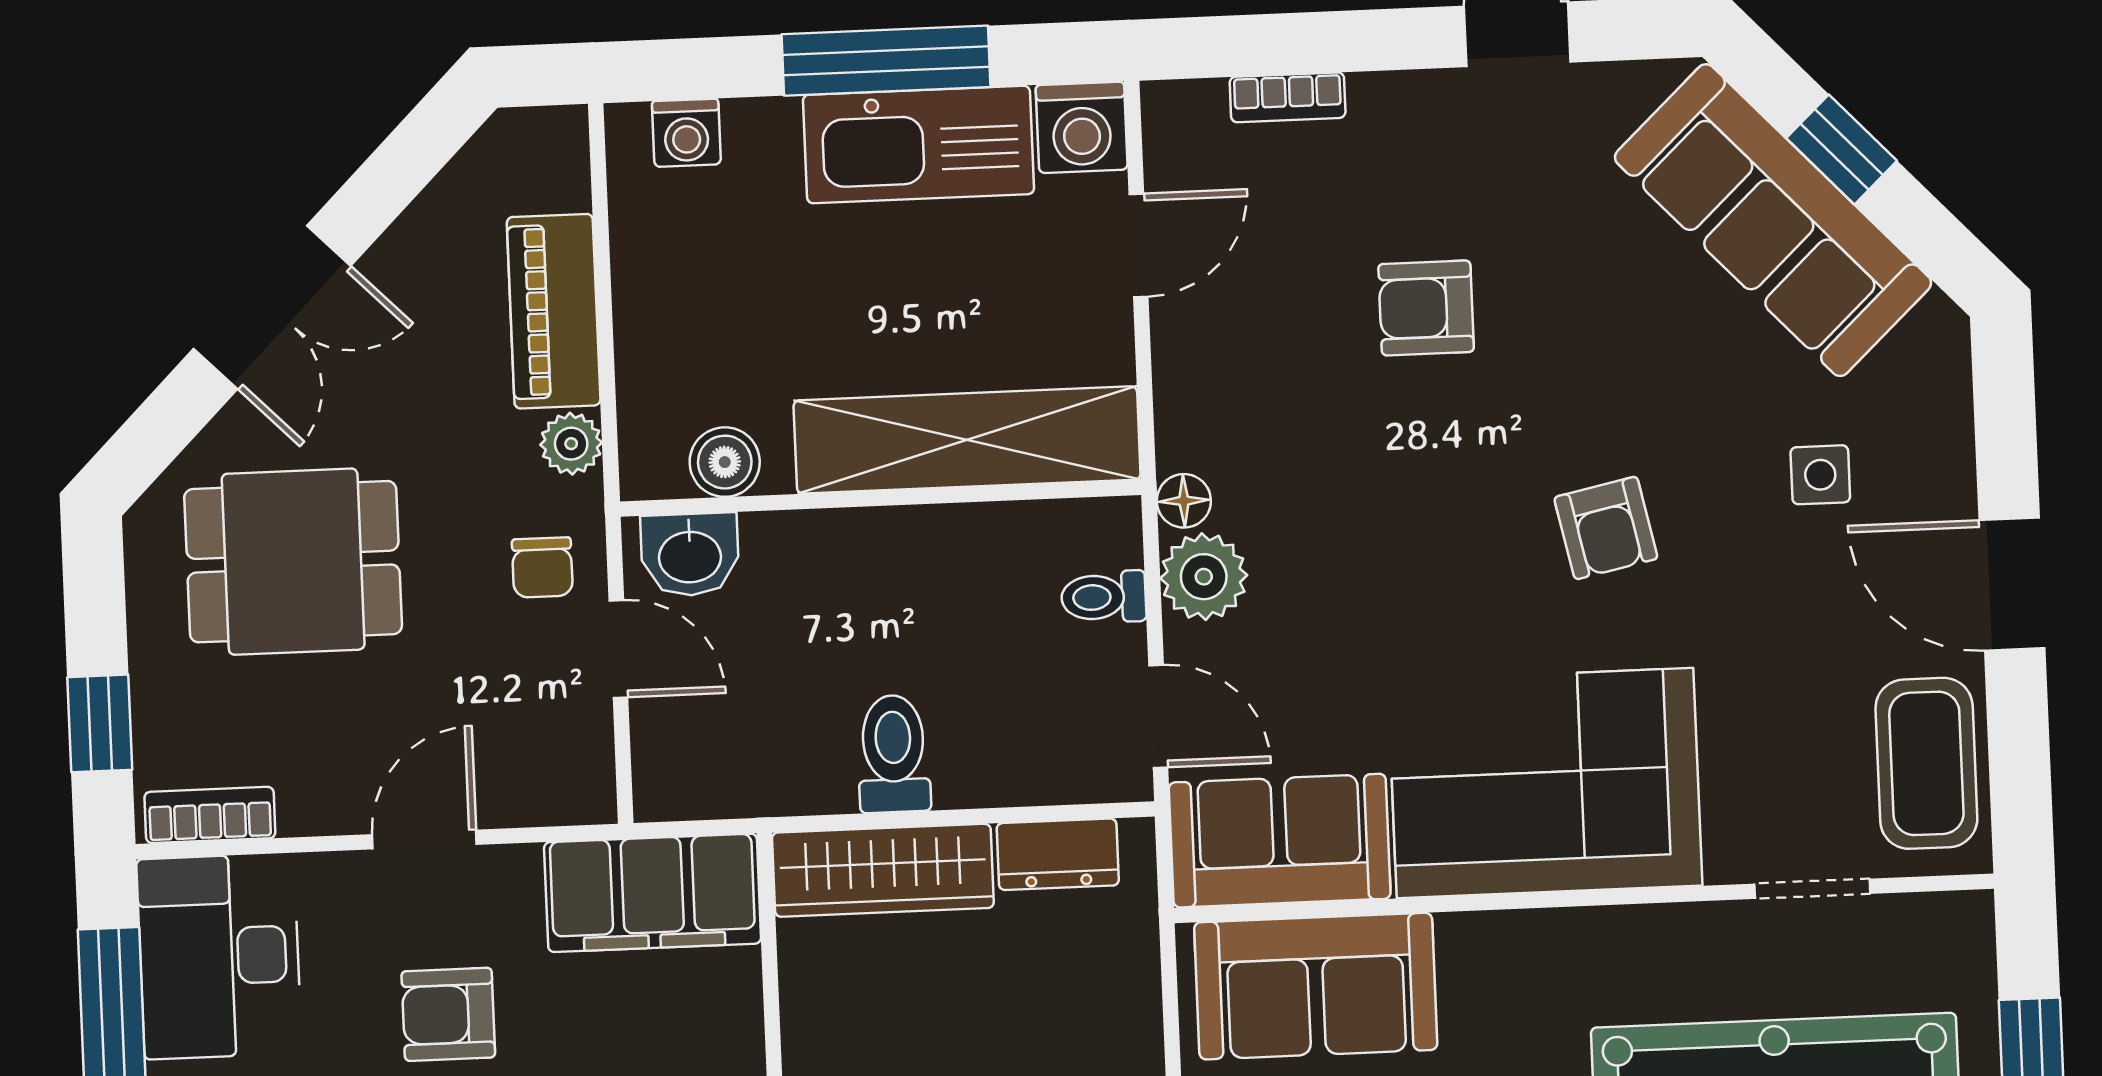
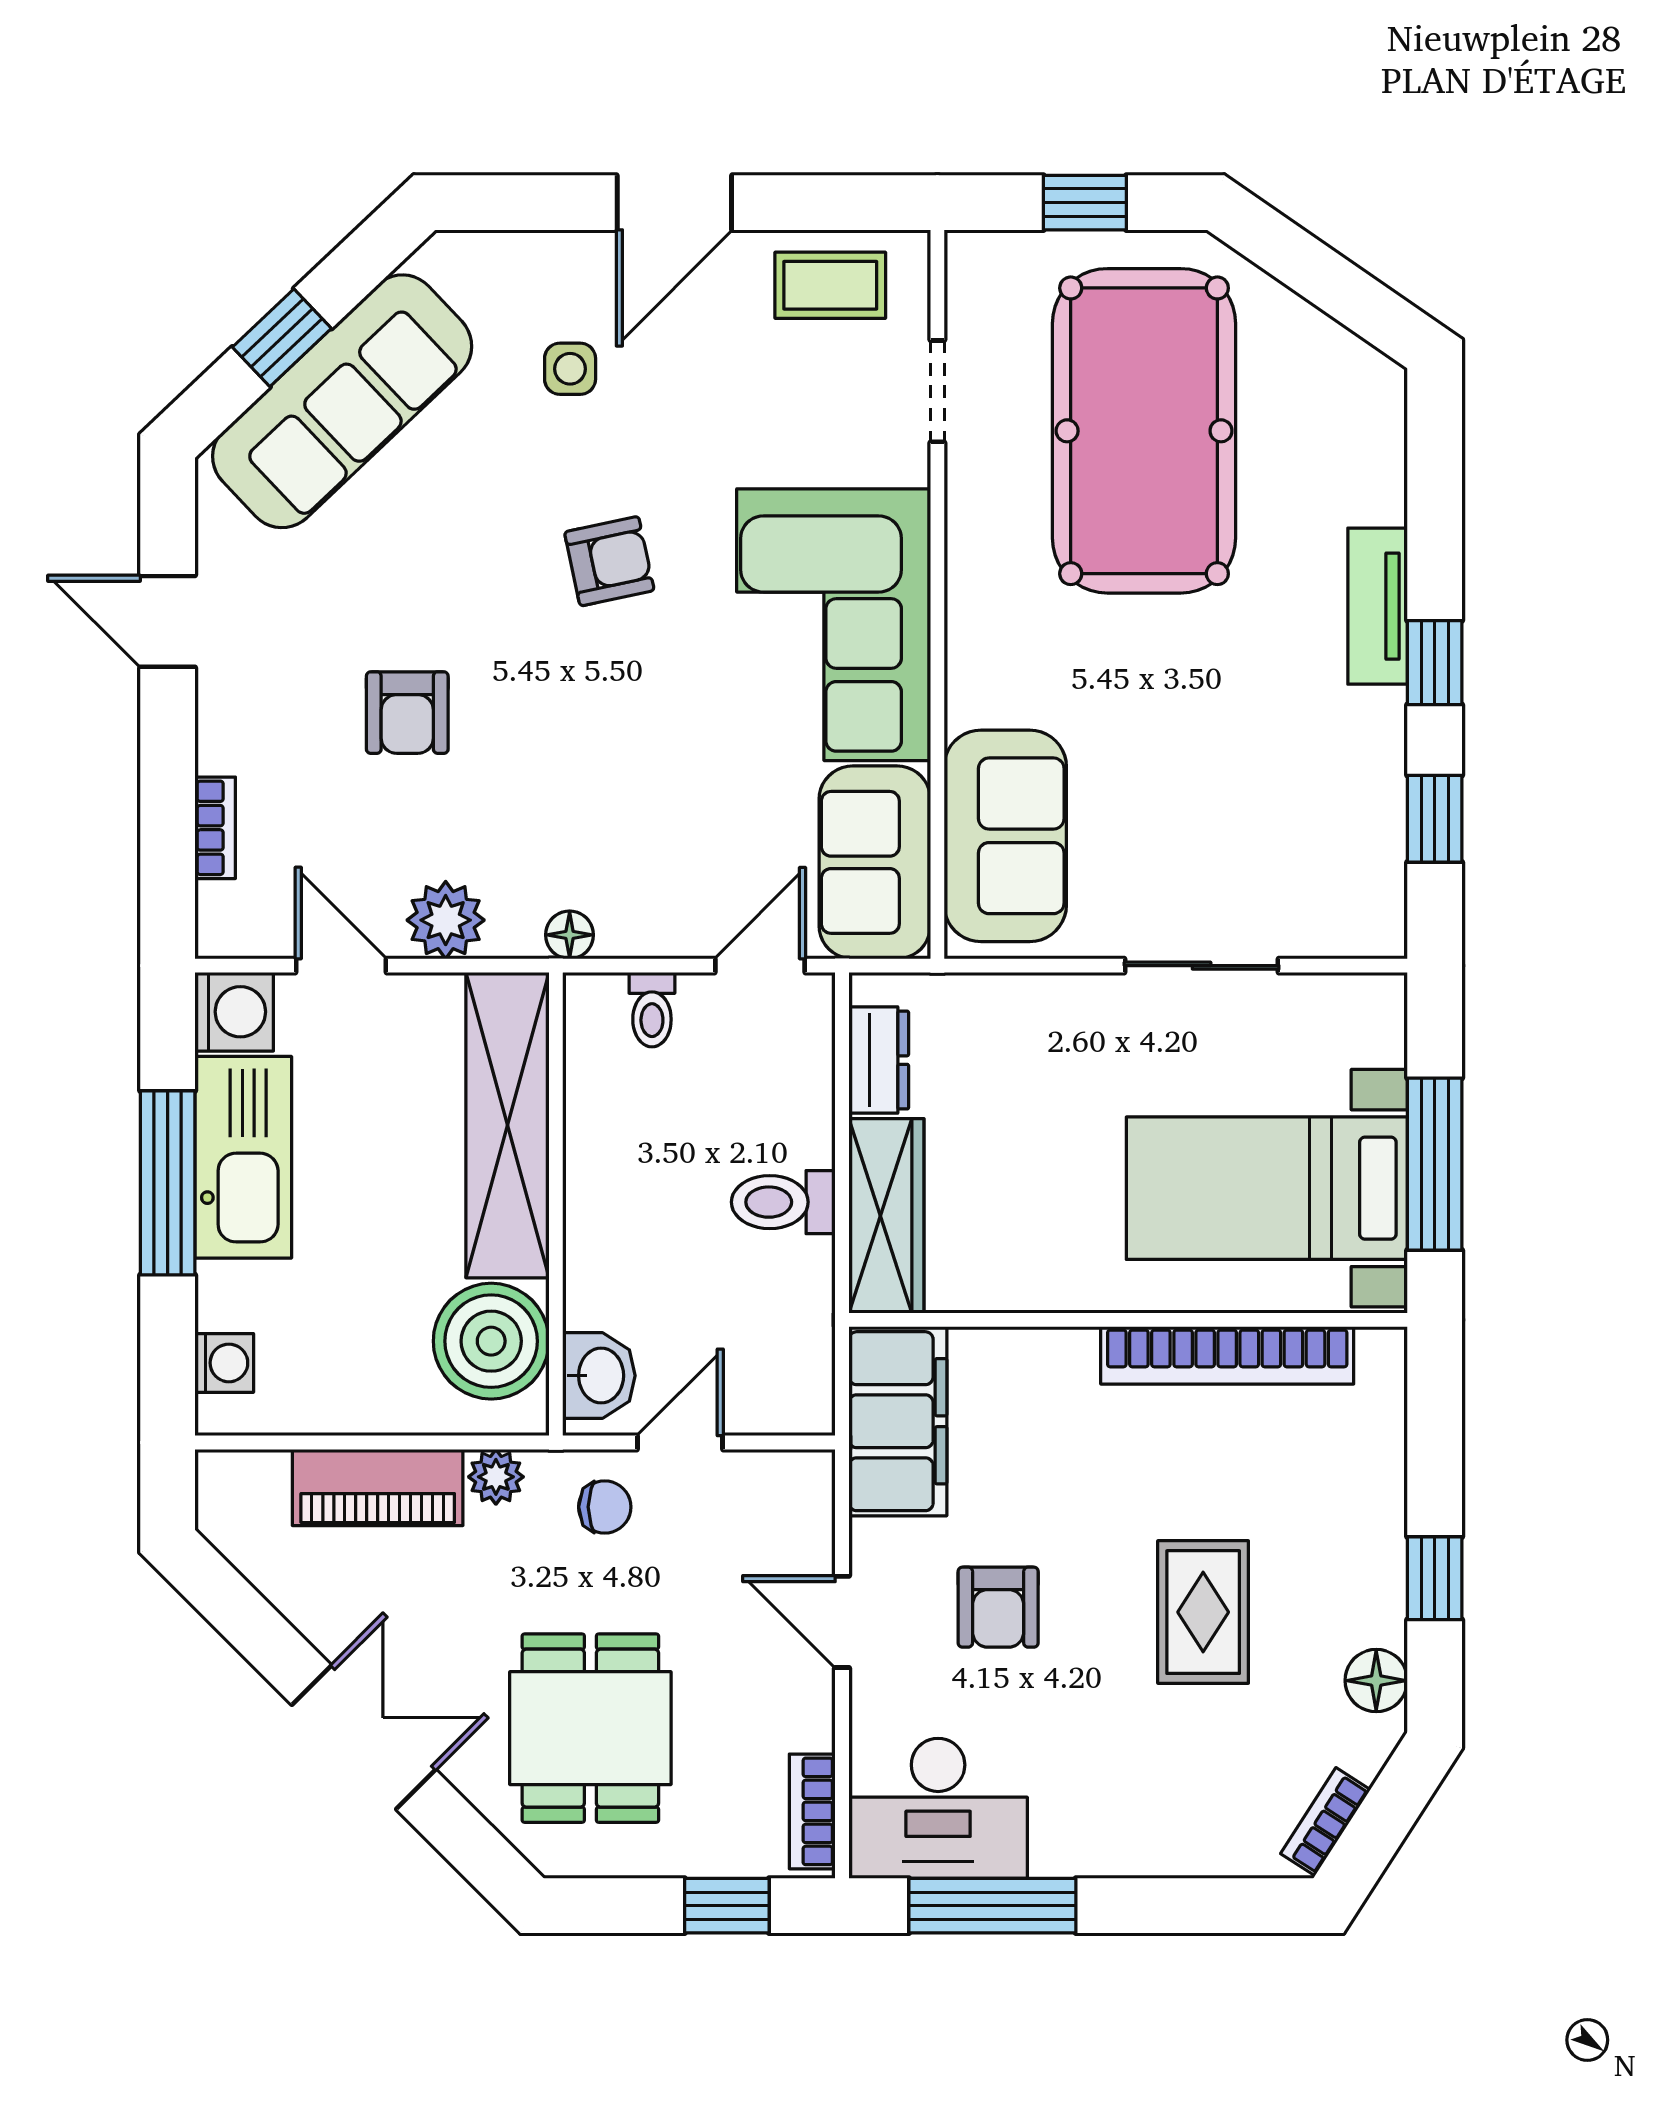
boiler: (725, 462) -> (491, 1341), width x1.86, depth x1.86
plant: (1204, 577) -> (446, 920), moved
coffee table: (1926, 763) -> (830, 285), width x0.73, depth x0.77

